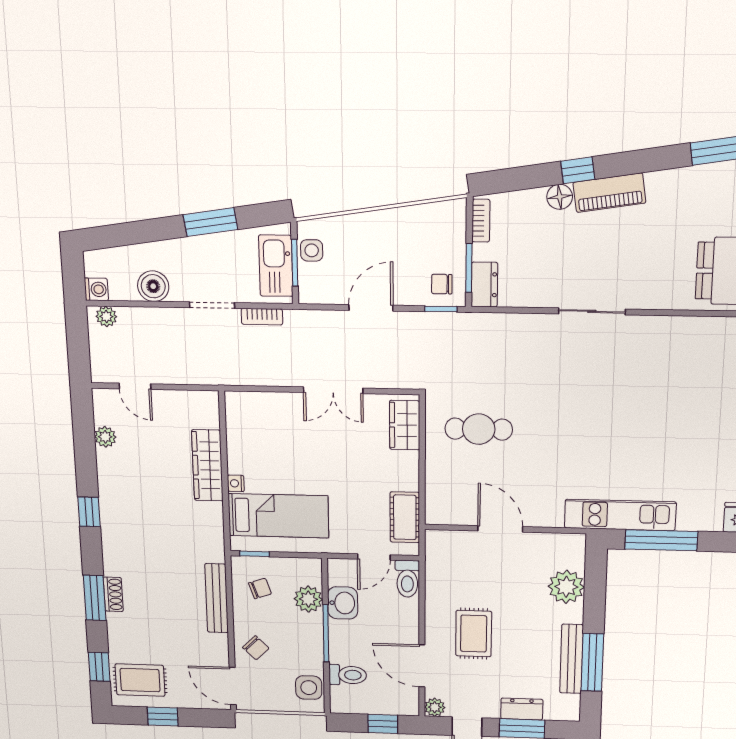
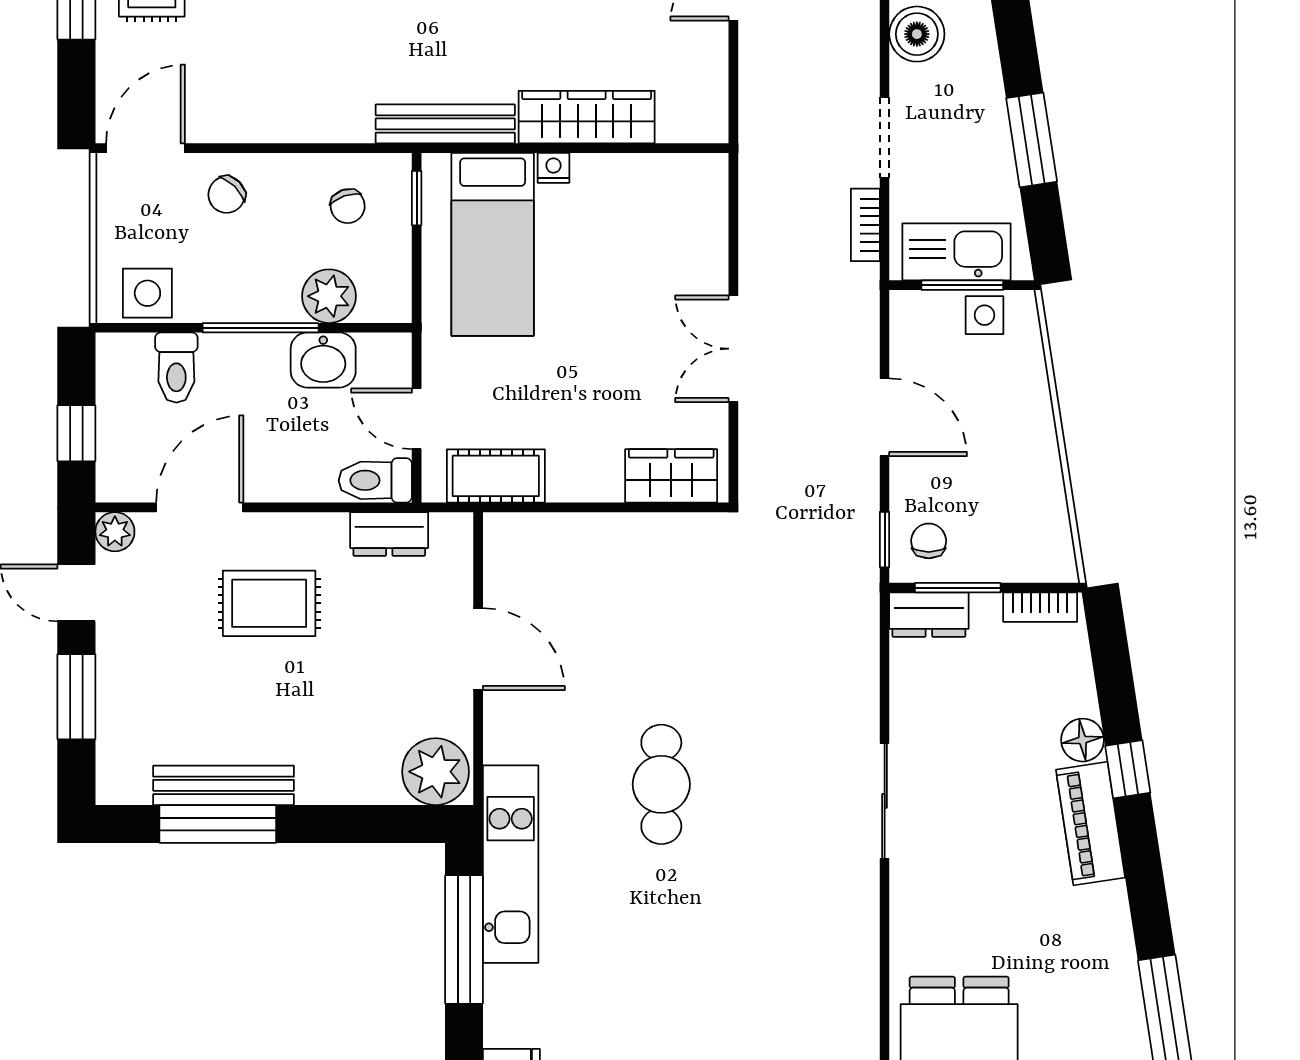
cafe table: (479, 429) -> (661, 784), moved
door: (500, 529) -> (478, 649), hinge flipped
plant: (566, 587) -> (436, 772), moved
bench: (217, 598) -> (445, 124), moved
dresser: (522, 709) -> (389, 534), moved, turned 90

